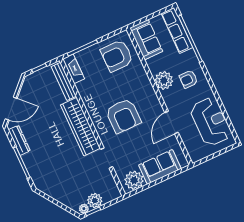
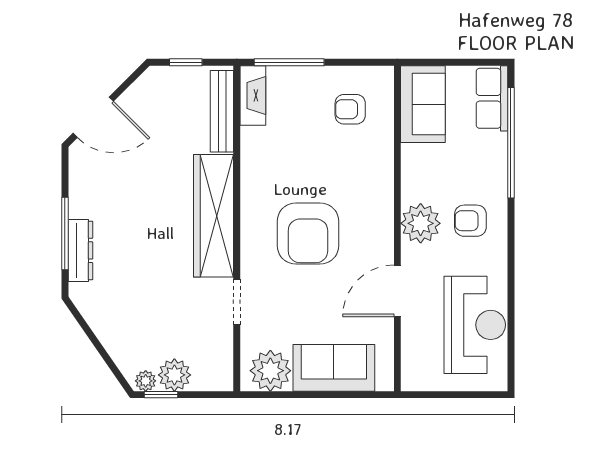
row of seats: (177, 30) -> (492, 98), width x0.68
armchair: (117, 56) -> (350, 109), width x0.53, depth x0.53
plant: (164, 80) -> (421, 223), moved
dresser: (19, 140) -> (80, 250), moved

